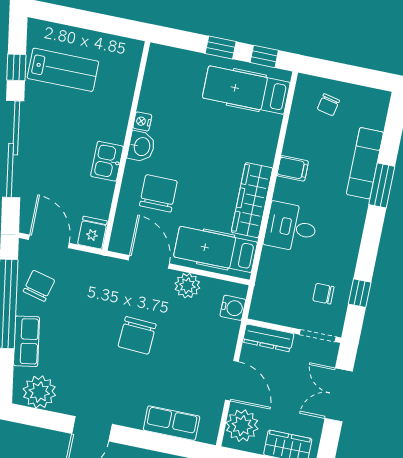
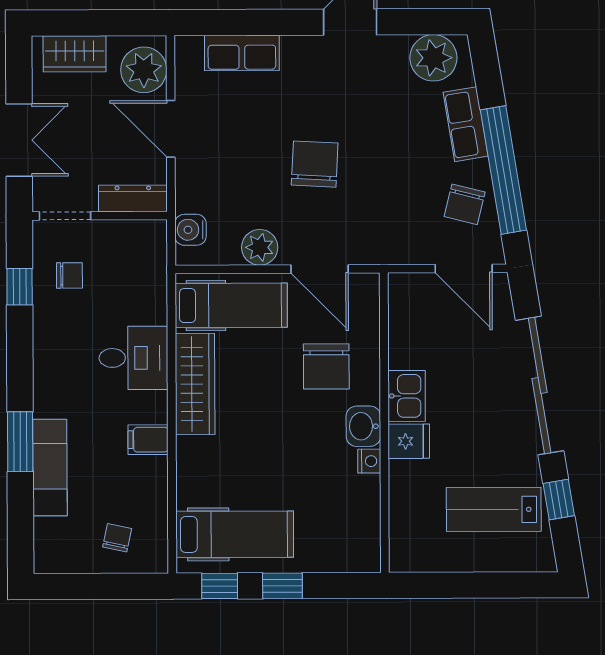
fridge: (92, 233) -> (409, 441), moved, turned -90

